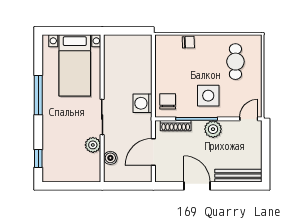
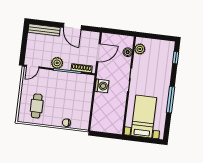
side table: (208, 96) -> (58, 86), removed
chair: (168, 101) -> (85, 85), removed
plant: (93, 145) -> (140, 49), moved

